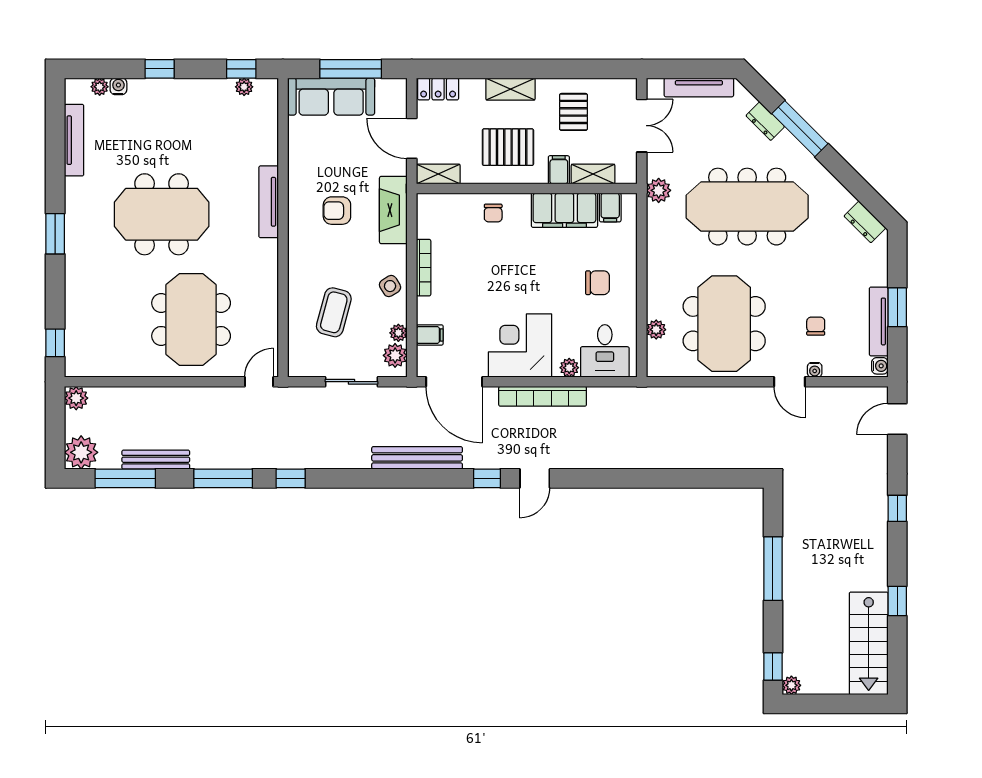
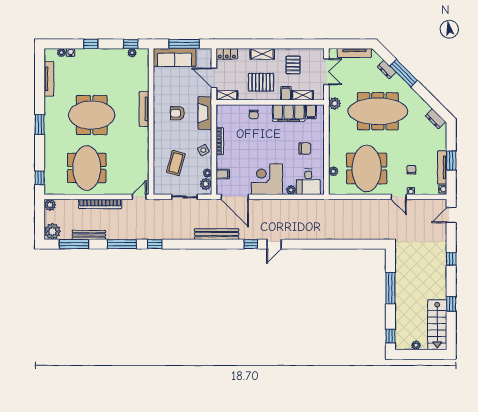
meeting table: (191, 319) -> (87, 168), moved
bookcase: (543, 396) -> (100, 204), moved
plant: (791, 685) -> (416, 345), moved

